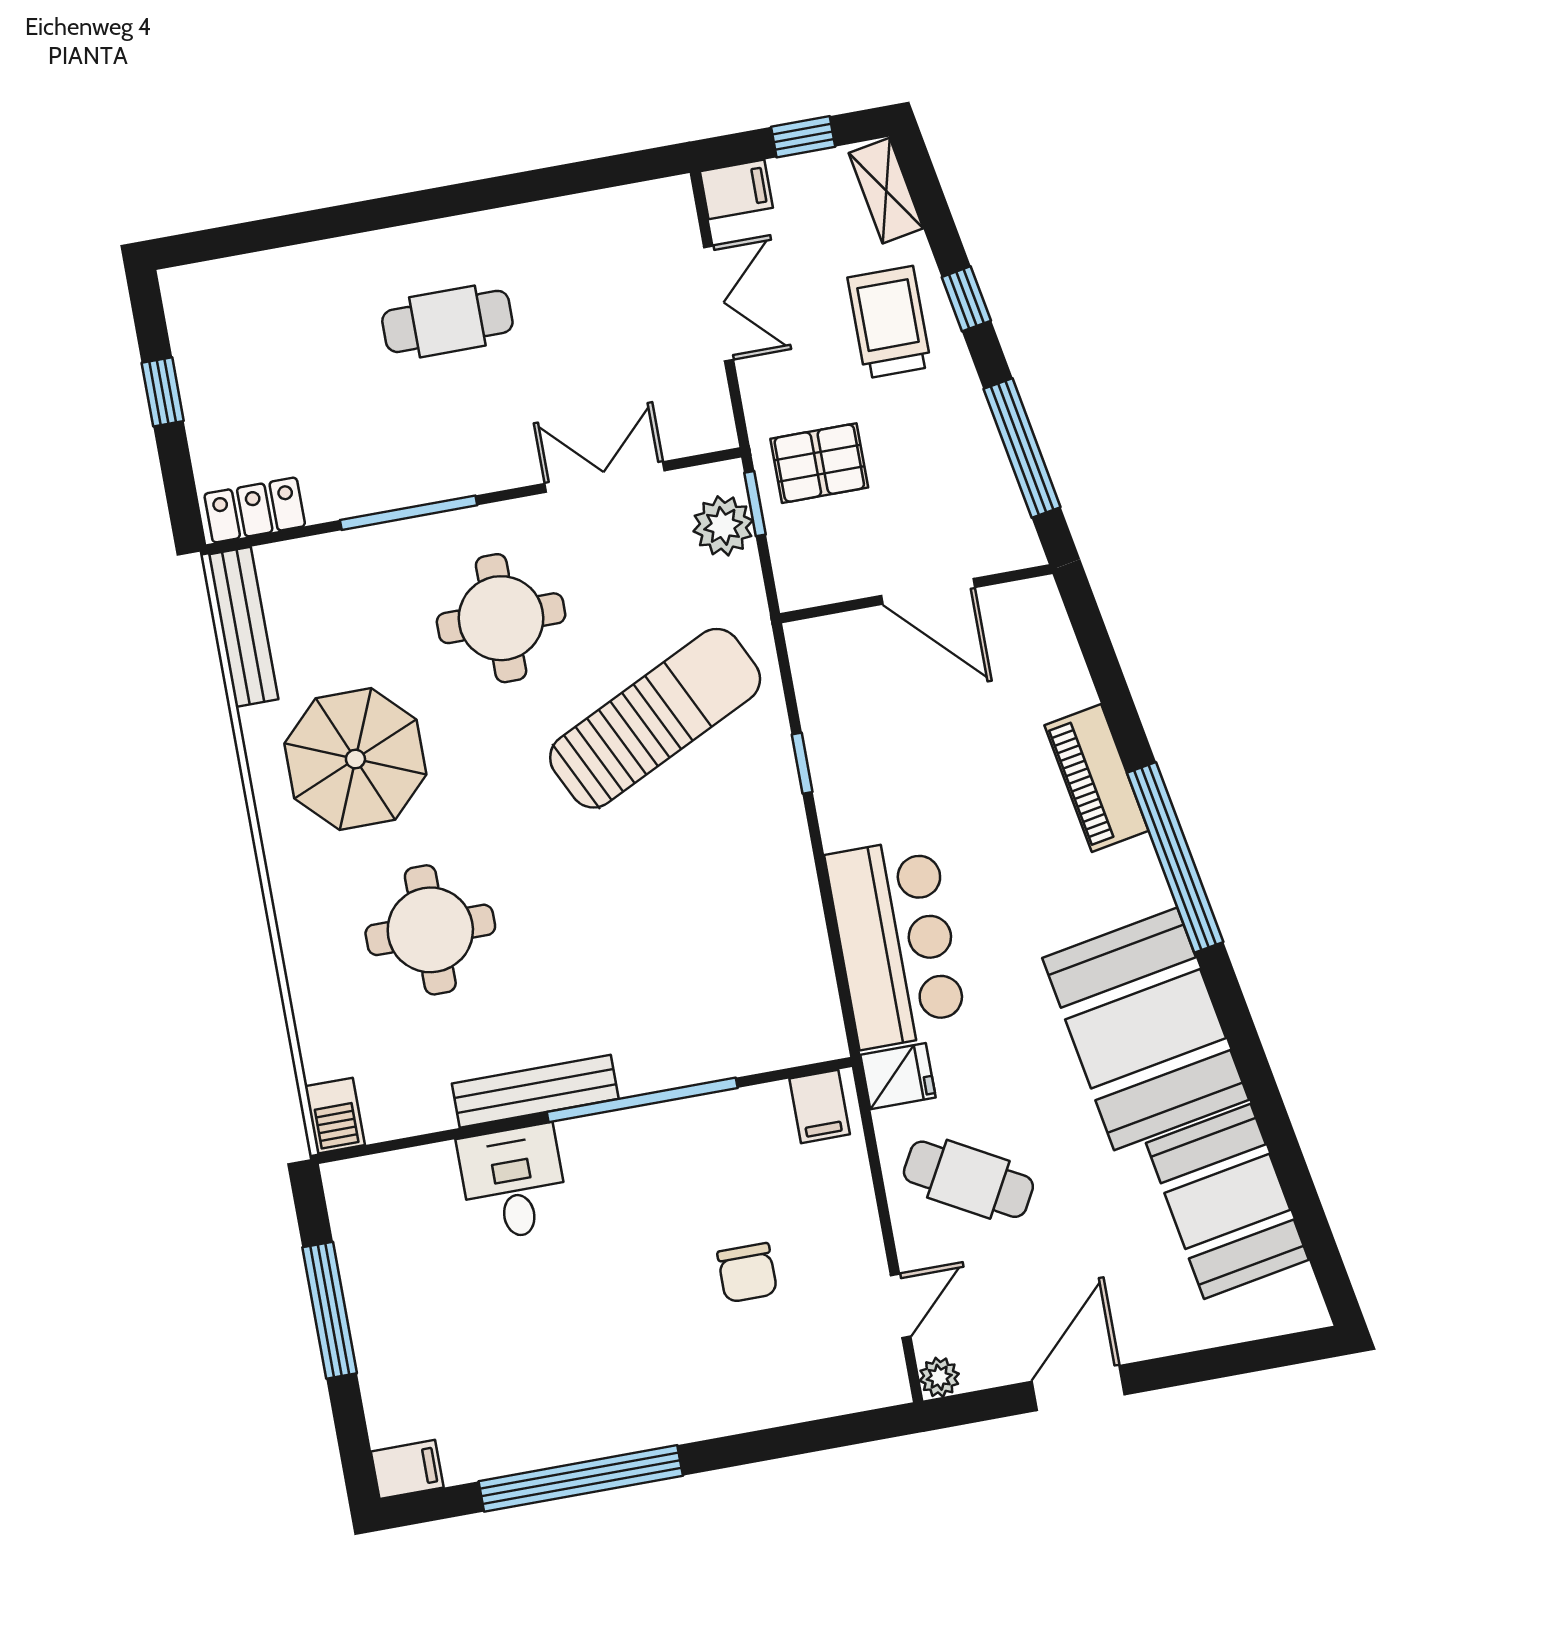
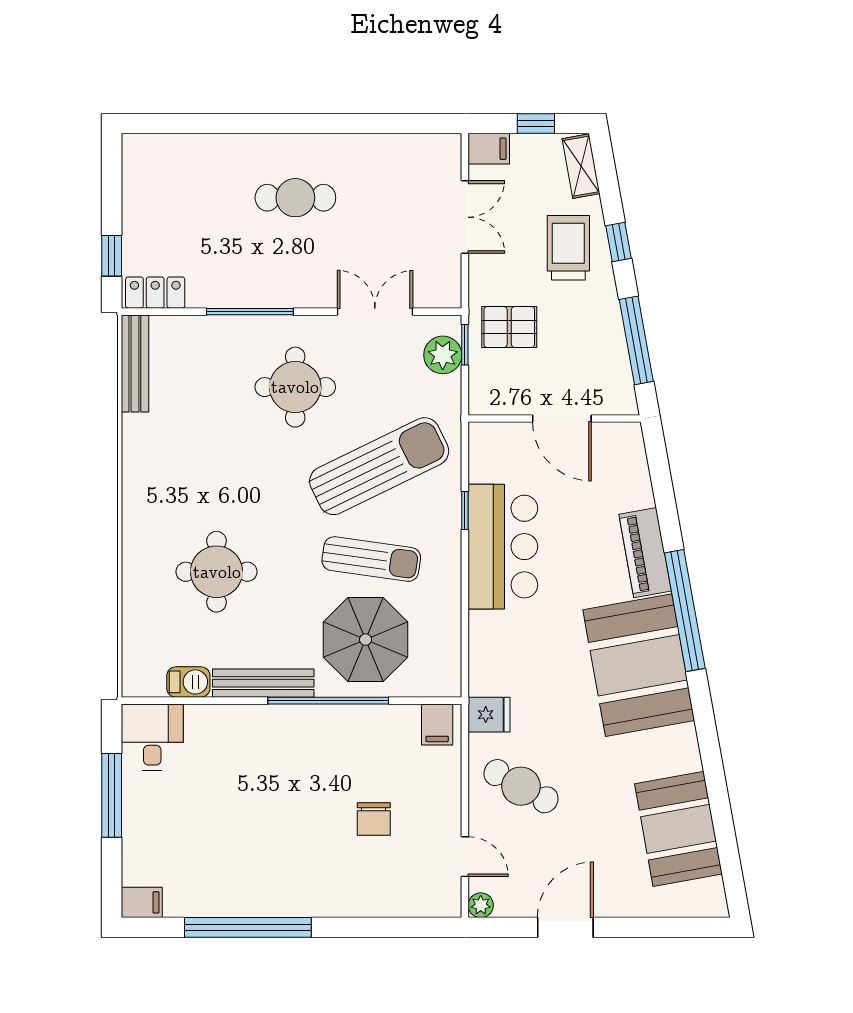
window: (163, 392) -> (112, 256), moved
parasol: (355, 759) -> (366, 640), moved
sun lounger: (669, 866) -> (371, 559), added
bar counter: (896, 943) -> (503, 547), moved
booth: (1146, 1029) -> (639, 665), moved
barbecue: (335, 1116) -> (188, 682), moved, turned -90
desk: (513, 1183) -> (152, 737), moved
door: (901, 1306) -> (465, 857), hinge flipped

